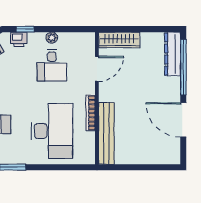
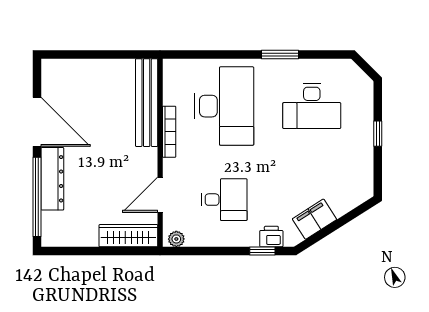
plant: (52, 38) -> (176, 239), moved
dresser: (173, 54) -> (52, 179), moved
desk: (52, 65) -> (224, 200), turned 90
desk: (52, 131) -> (224, 106), turned 180

